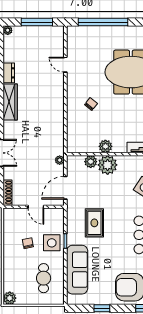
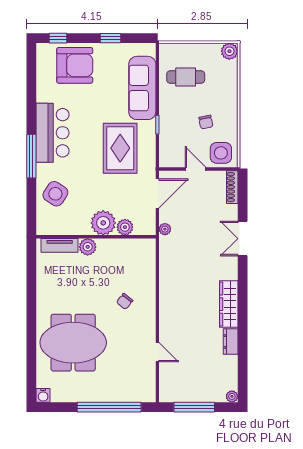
plant: (105, 146) -> (88, 247), moved
rug: (94, 223) -> (120, 148), width x1.36, depth x1.43
side table: (52, 243) -> (221, 153), moved
cafe table: (44, 278) -> (186, 77), turned 90

